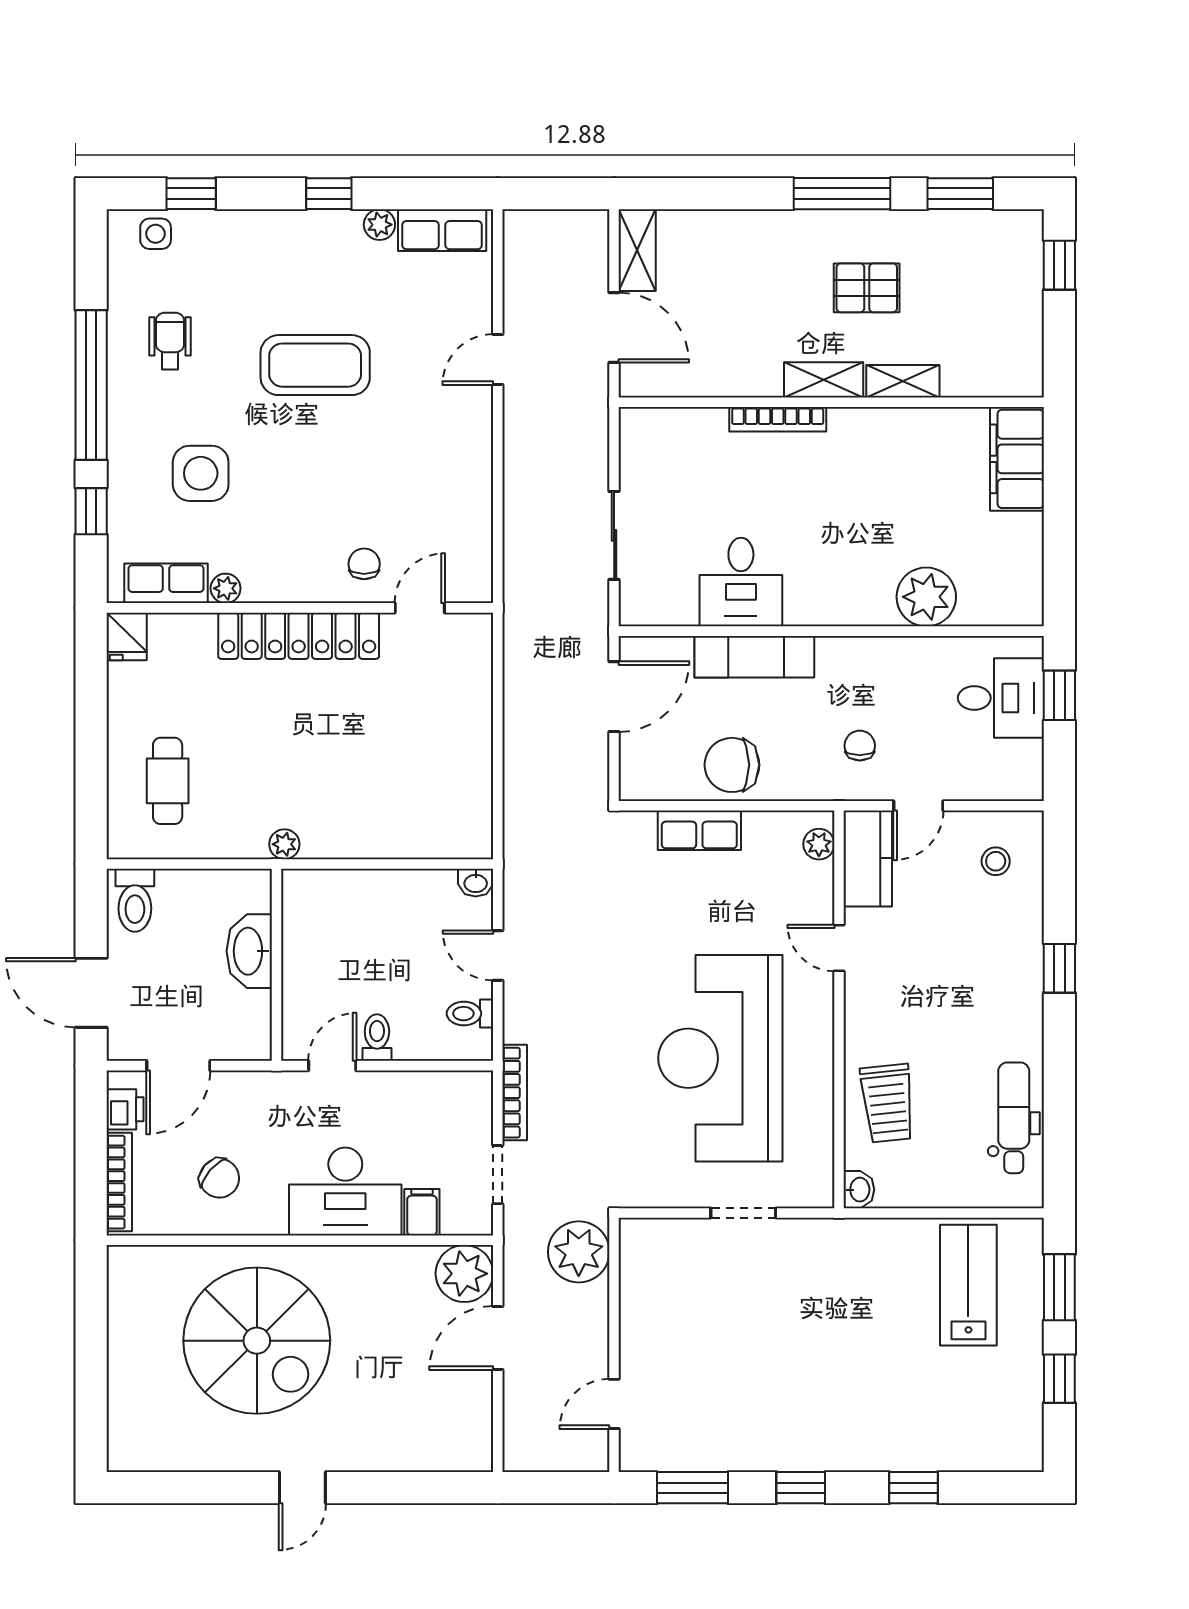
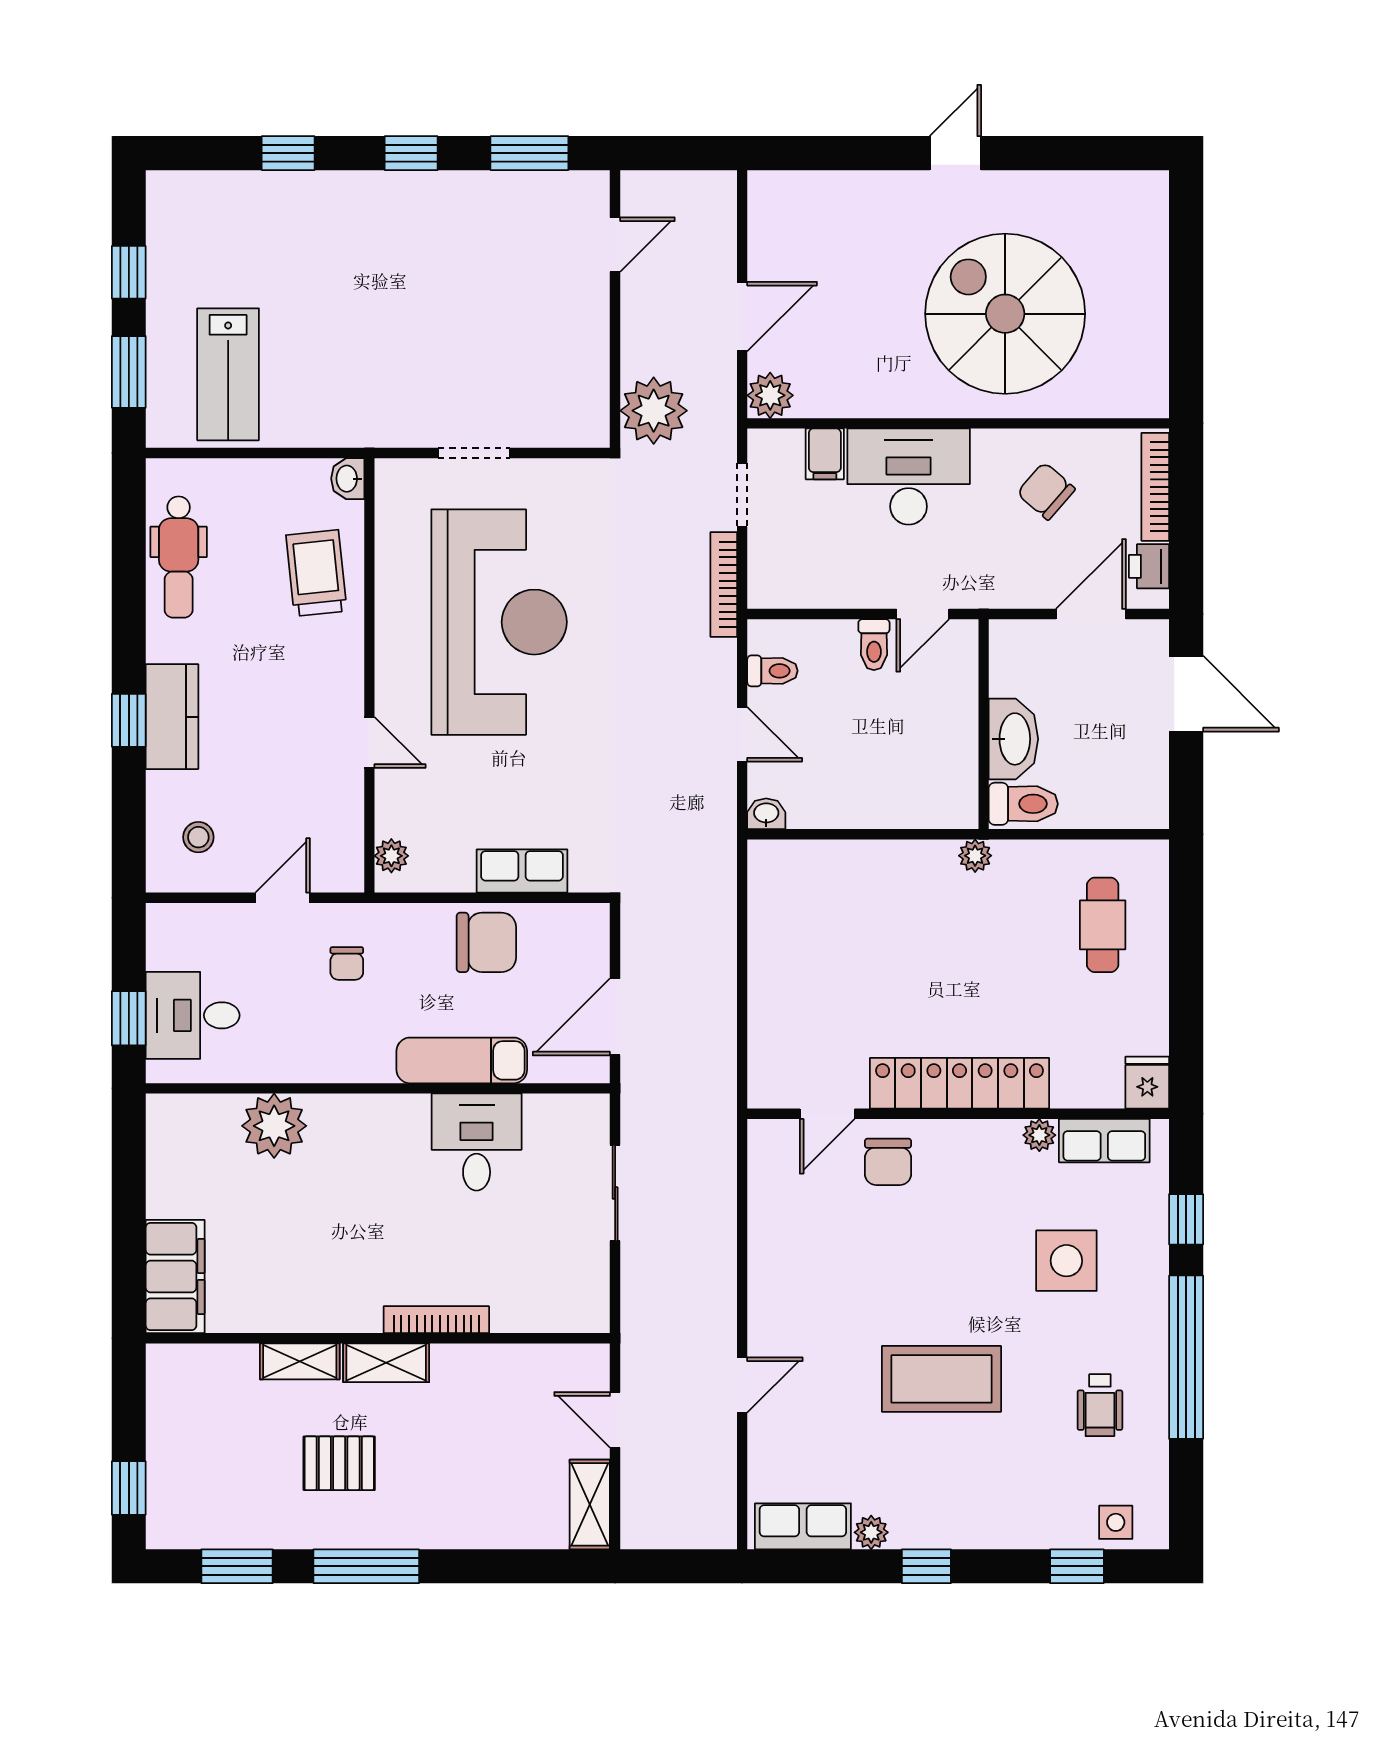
door: (614, 328) -> (615, 1420), width x0.73
chair: (364, 564) -> (888, 1162), width x1.37, depth x1.37
kitchen counter: (868, 858) -> (172, 717), moved, turned 180
toilet: (135, 900) -> (1023, 804), moved, turned 90
plant: (464, 1274) -> (770, 395), width x0.73, depth x0.73

